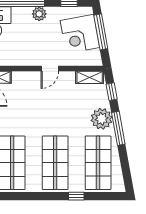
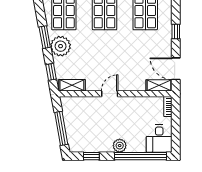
corner desk: (80, 34) -> (81, 126), removed
window: (118, 128) -> (45, 37), width x0.69

